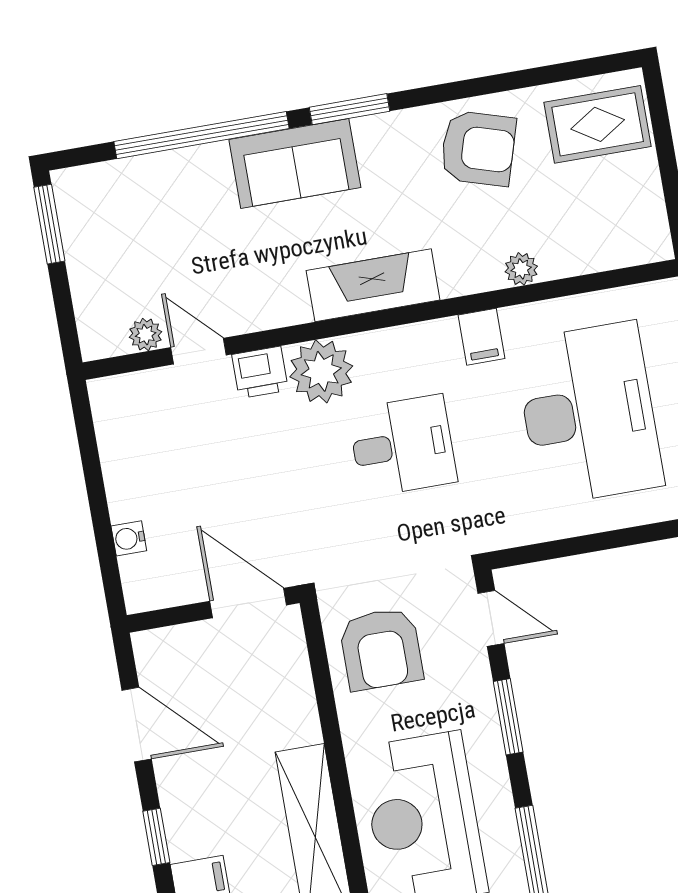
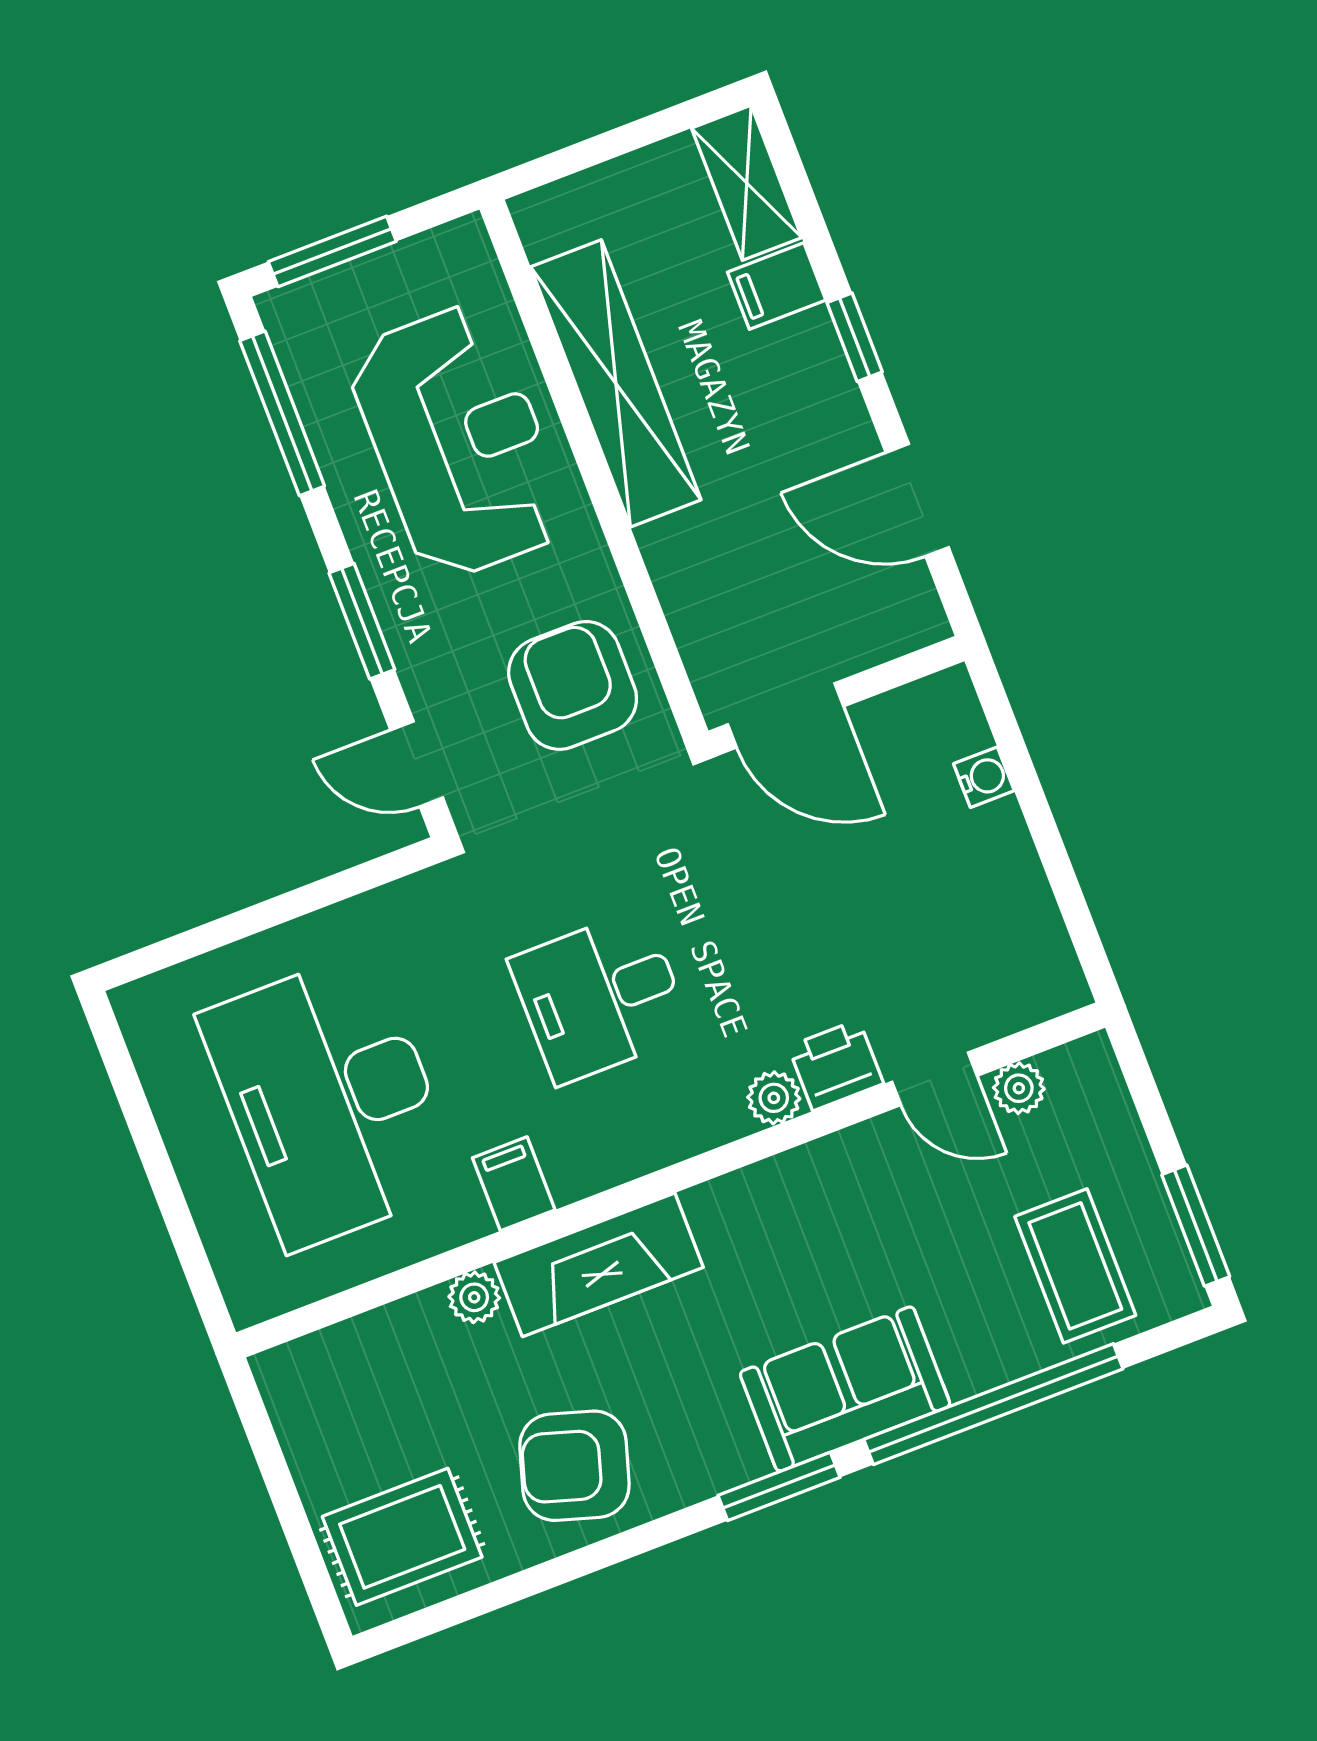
coffee table: (132, 213) -> (1075, 1266), added
fireplace: (373, 285) -> (599, 1265), moved
plant: (321, 371) -> (774, 1098), width x0.53, depth x0.53

